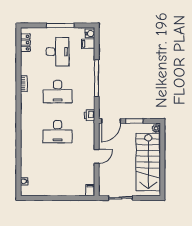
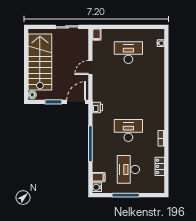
locker: (25, 43) -> (160, 166), moved
desk: (58, 132) -> (128, 53), moved

